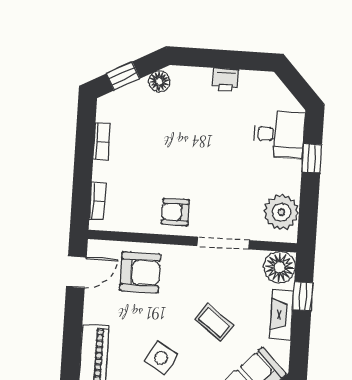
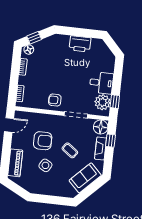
printer: (226, 80) -> (80, 44), width x1.87, depth x1.48
floor lamp: (159, 81) -> (29, 50), moved
desk: (279, 134) -> (101, 83), moved
window: (312, 158) -> (115, 102), moved
armchair: (140, 272) -> (43, 141), moved

